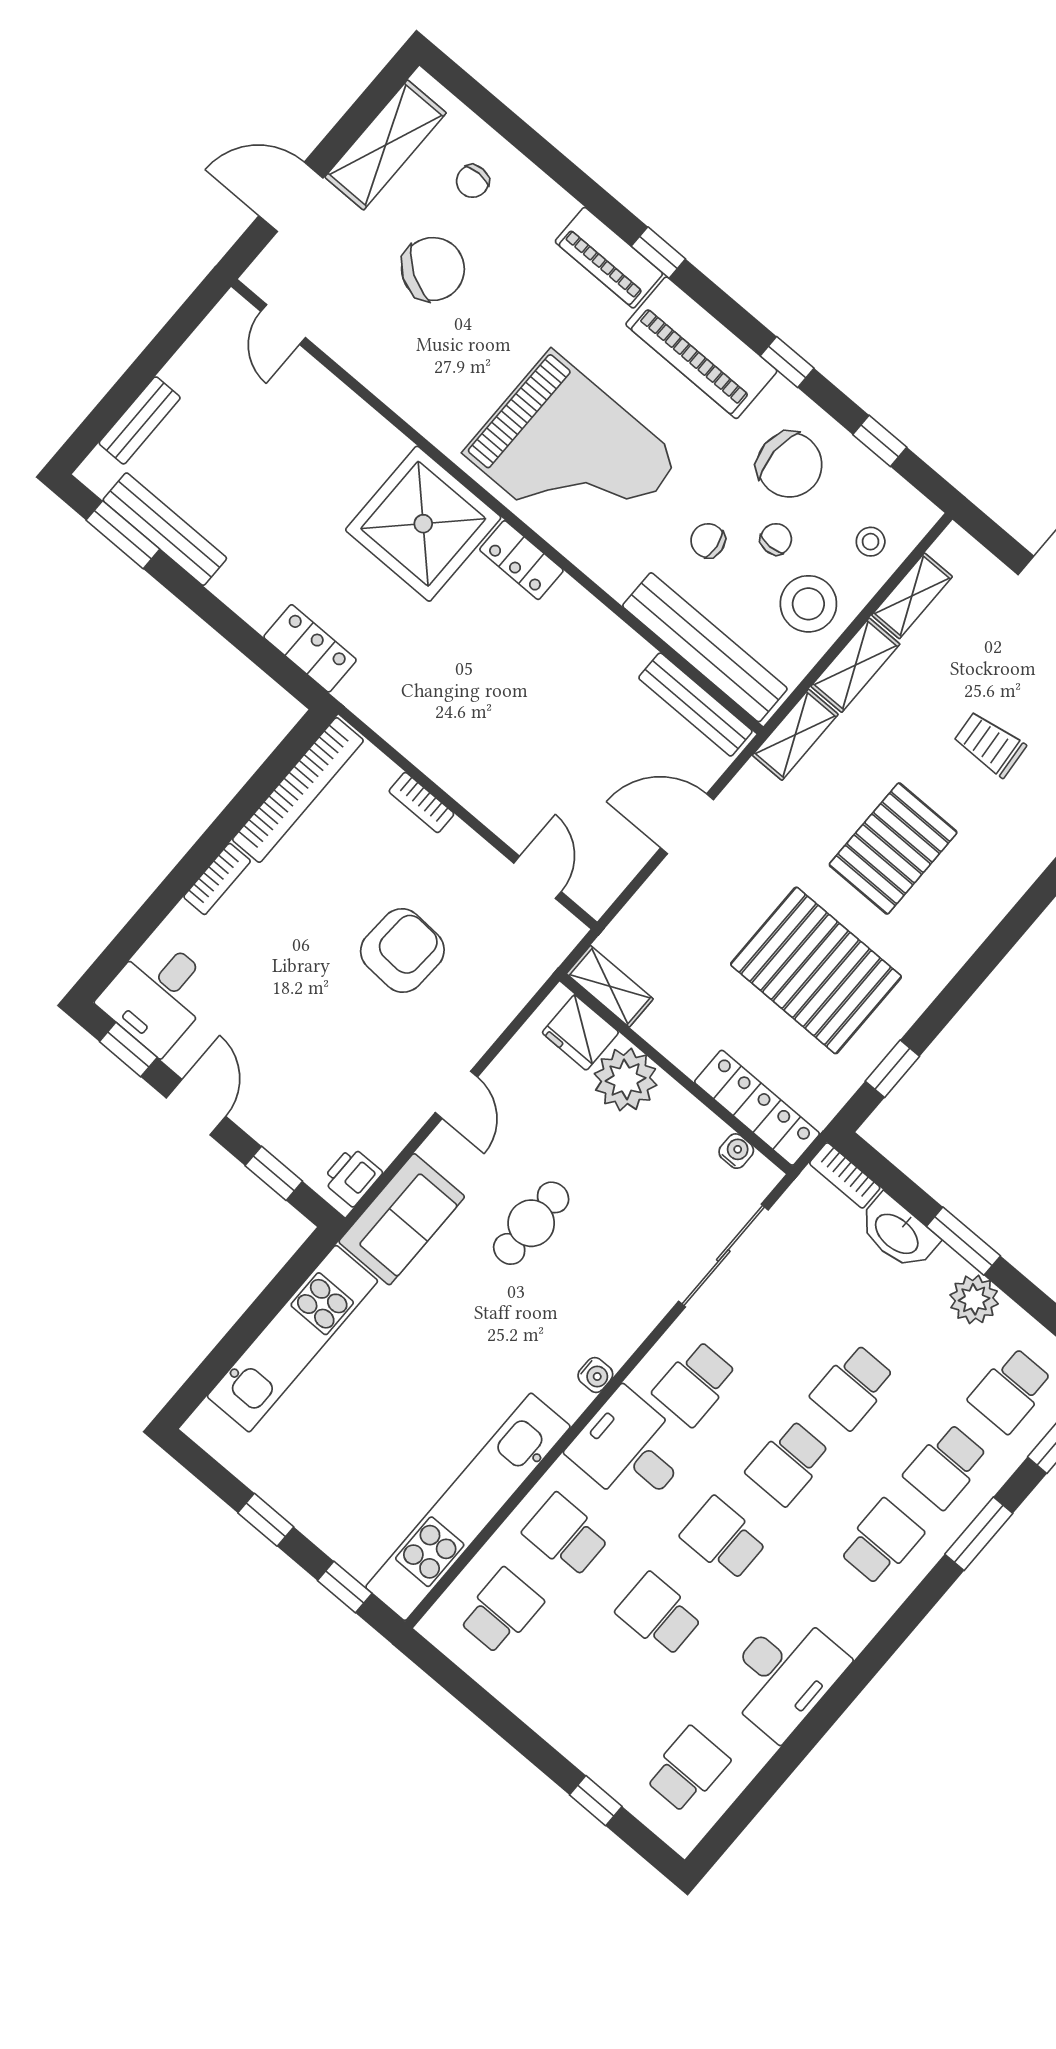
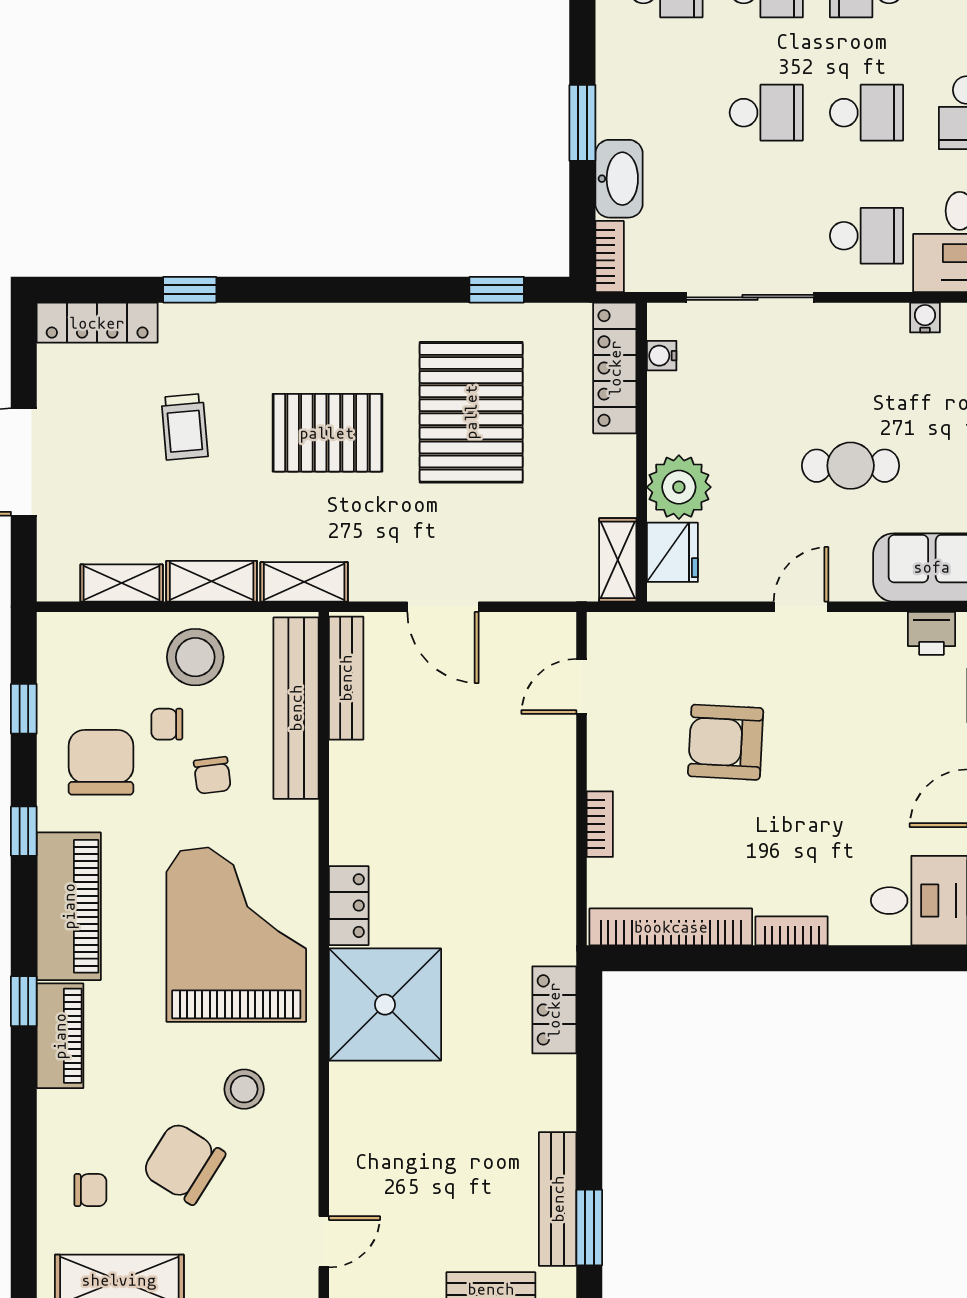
stool: (871, 542) -> (244, 1089), moved, width x1.37, depth x1.37
plant: (974, 1299) -> (620, 77), removed

